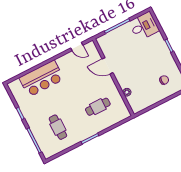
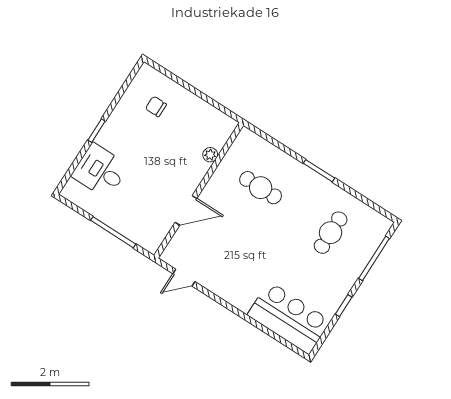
desk: (144, 26) -> (100, 171), moved
door: (77, 47) -> (184, 278), swing flipped
door: (108, 66) -> (186, 210), hinge flipped
bar counter: (41, 79) -> (289, 318), moved

